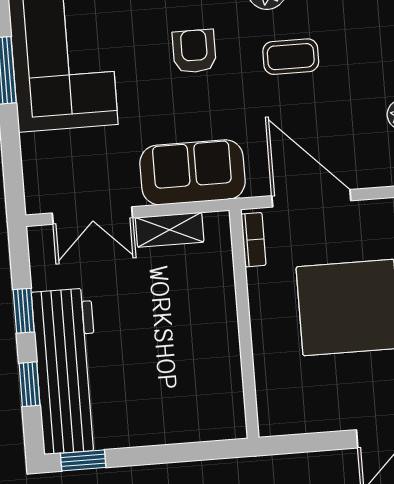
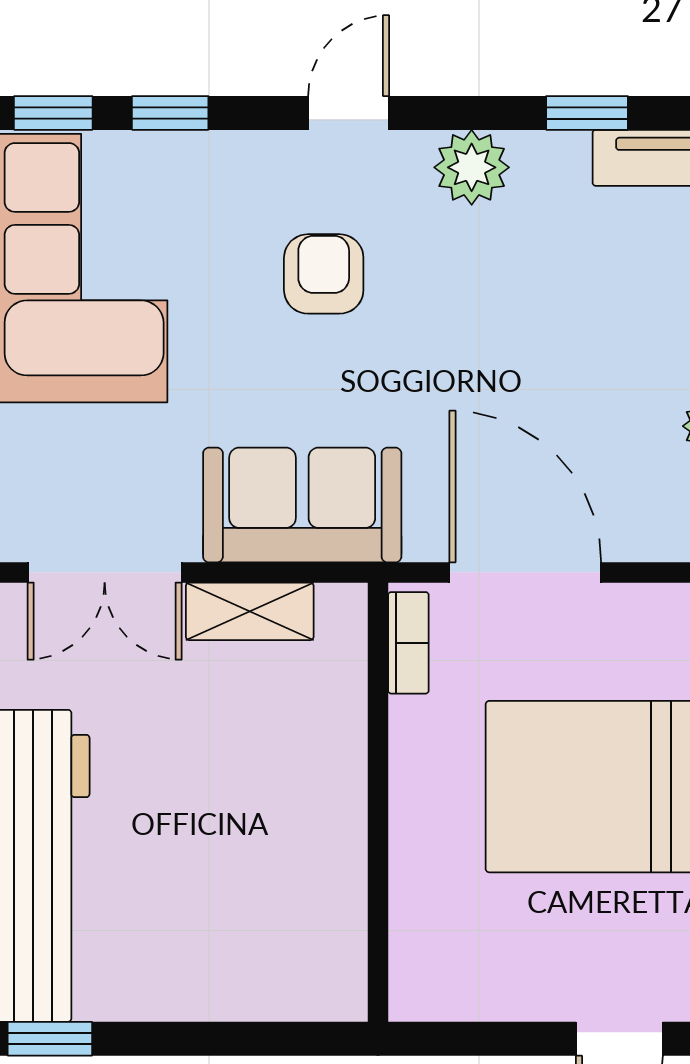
coffee table: (291, 57) -> (507, 299), removed

